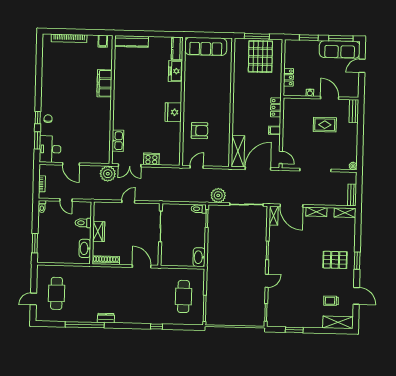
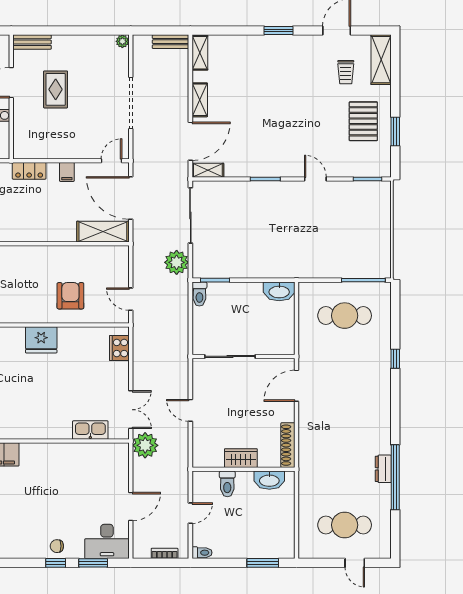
cooker: (151, 159) -> (119, 348), moved
pallet: (335, 260) -> (363, 121), moved
dresser: (106, 318) -> (383, 469), moved

